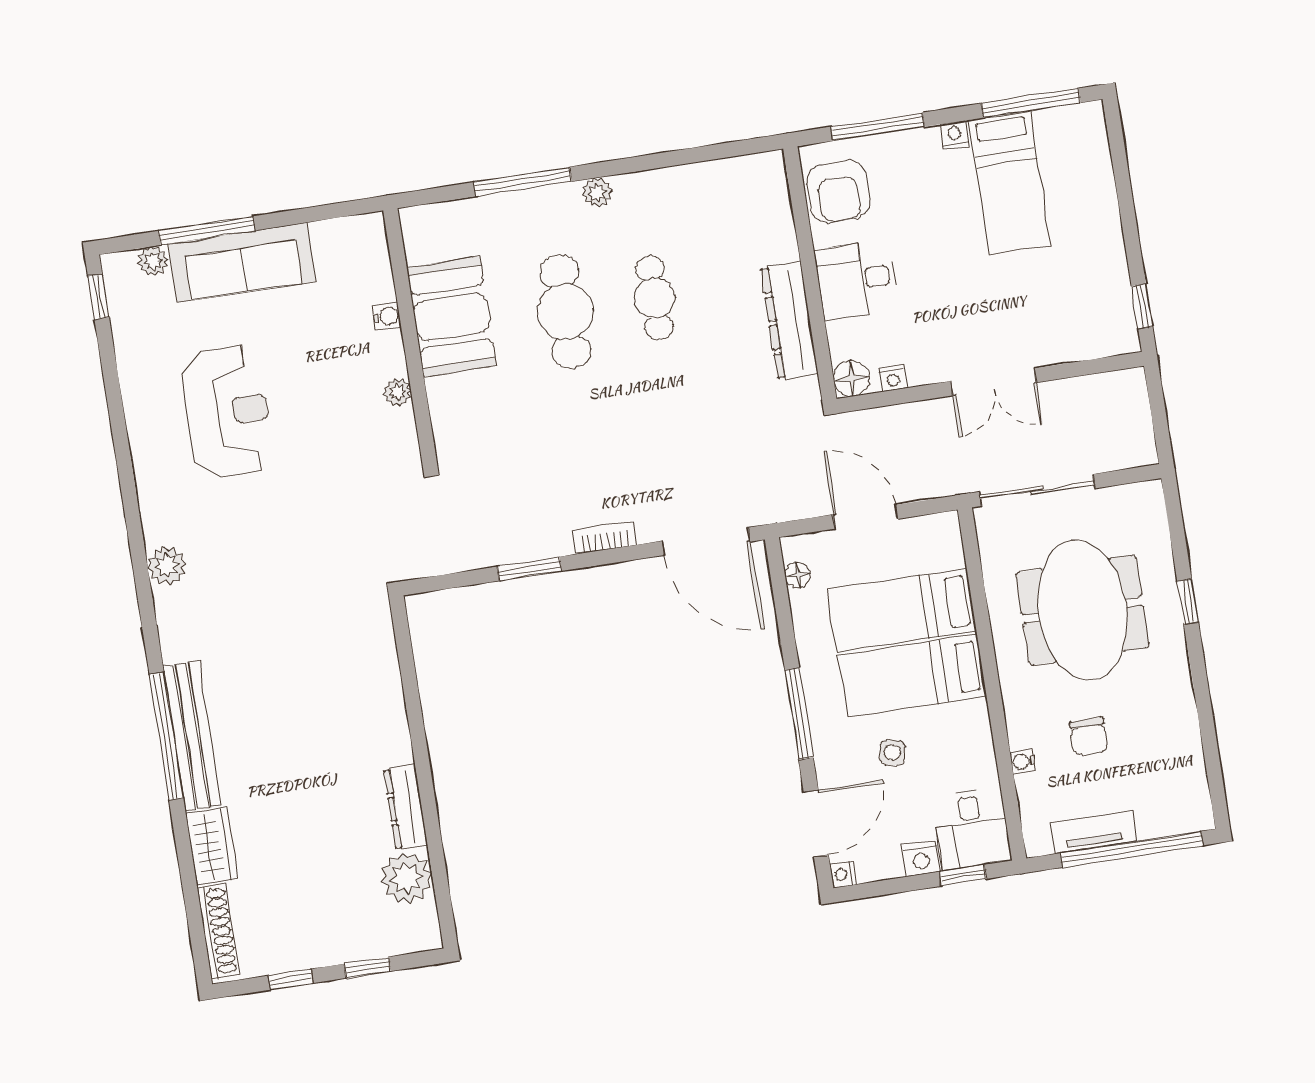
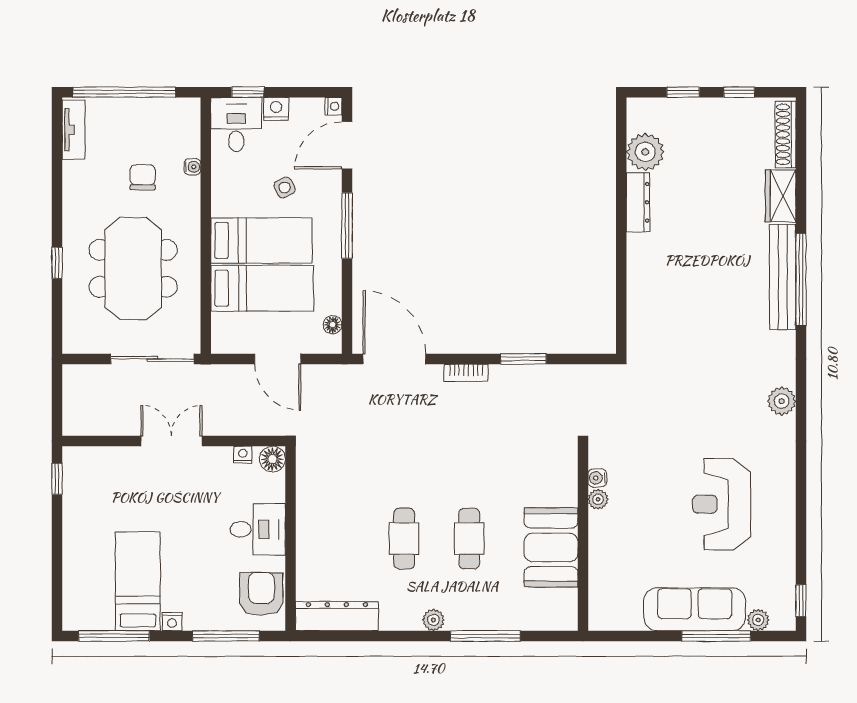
cafe table: (565, 312) -> (469, 538), width x0.73, depth x0.74
water cooler: (387, 316) -> (597, 478), moved
dresser: (789, 321) -> (337, 616), moved, turned -90
side table: (892, 753) -> (285, 188), turned -38
tv unit: (1093, 832) -> (74, 130), moved, turned -90

